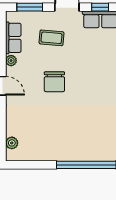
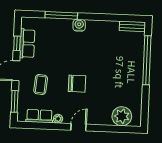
plant: (12, 143) -> (122, 116), width x1.88, depth x1.88

